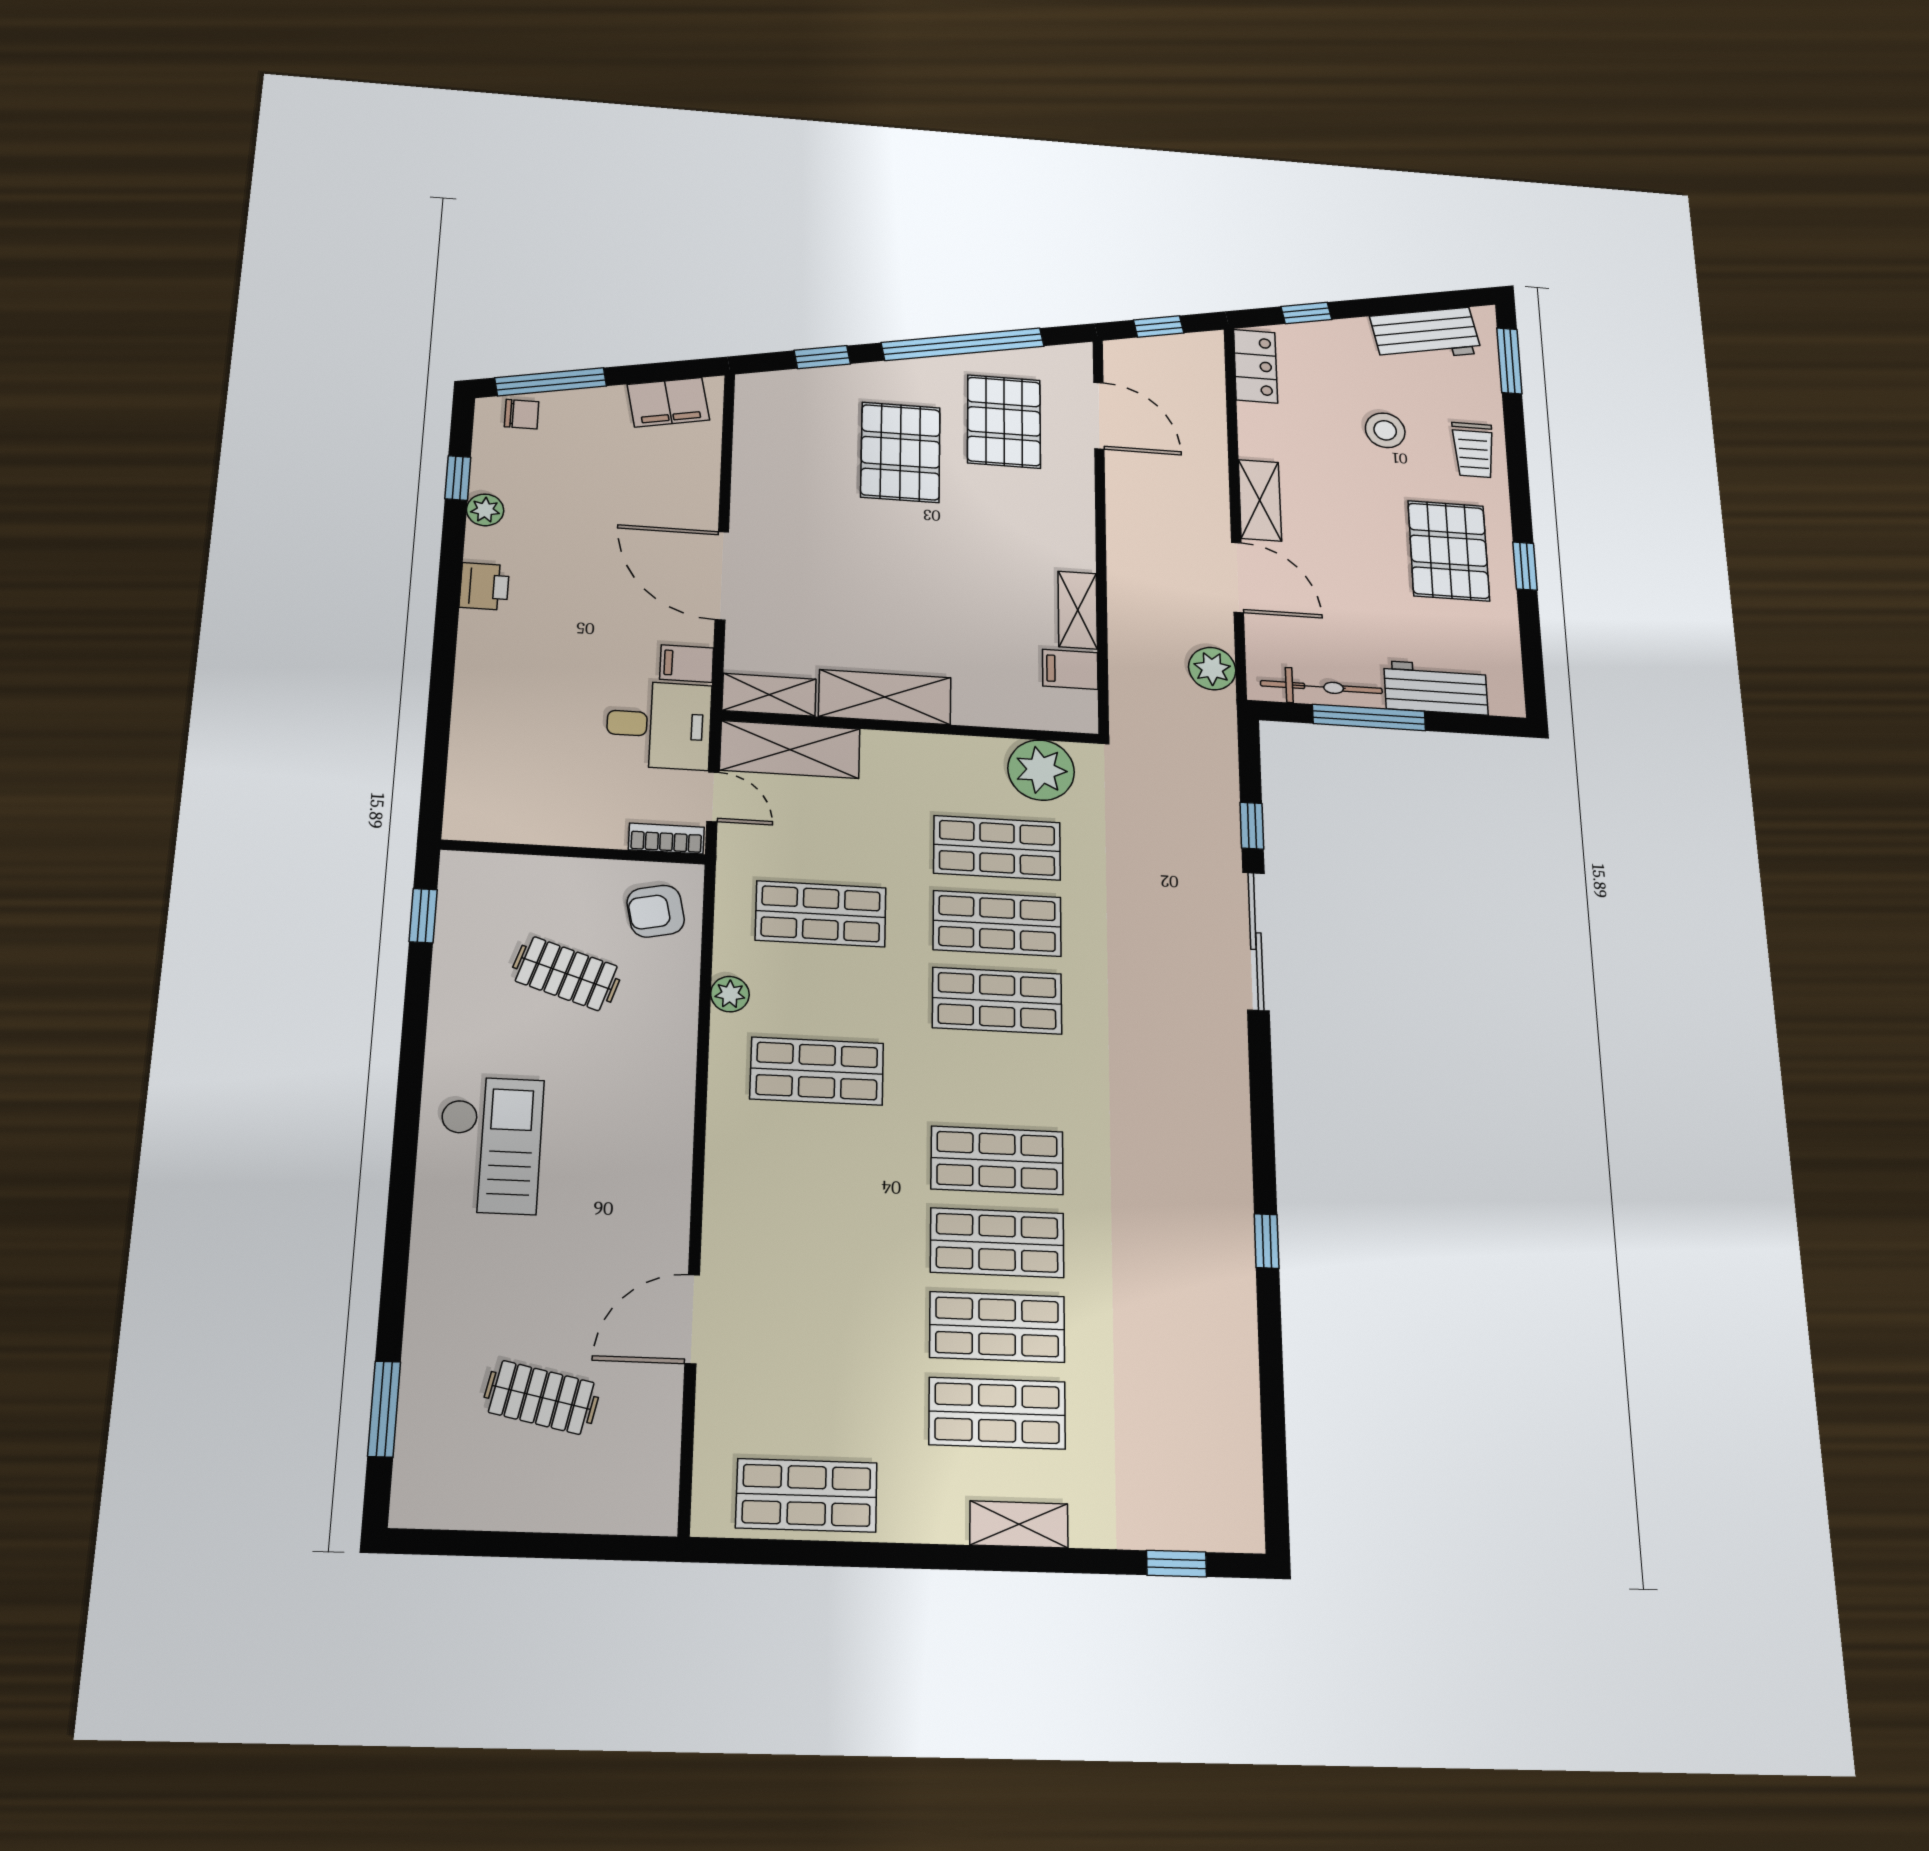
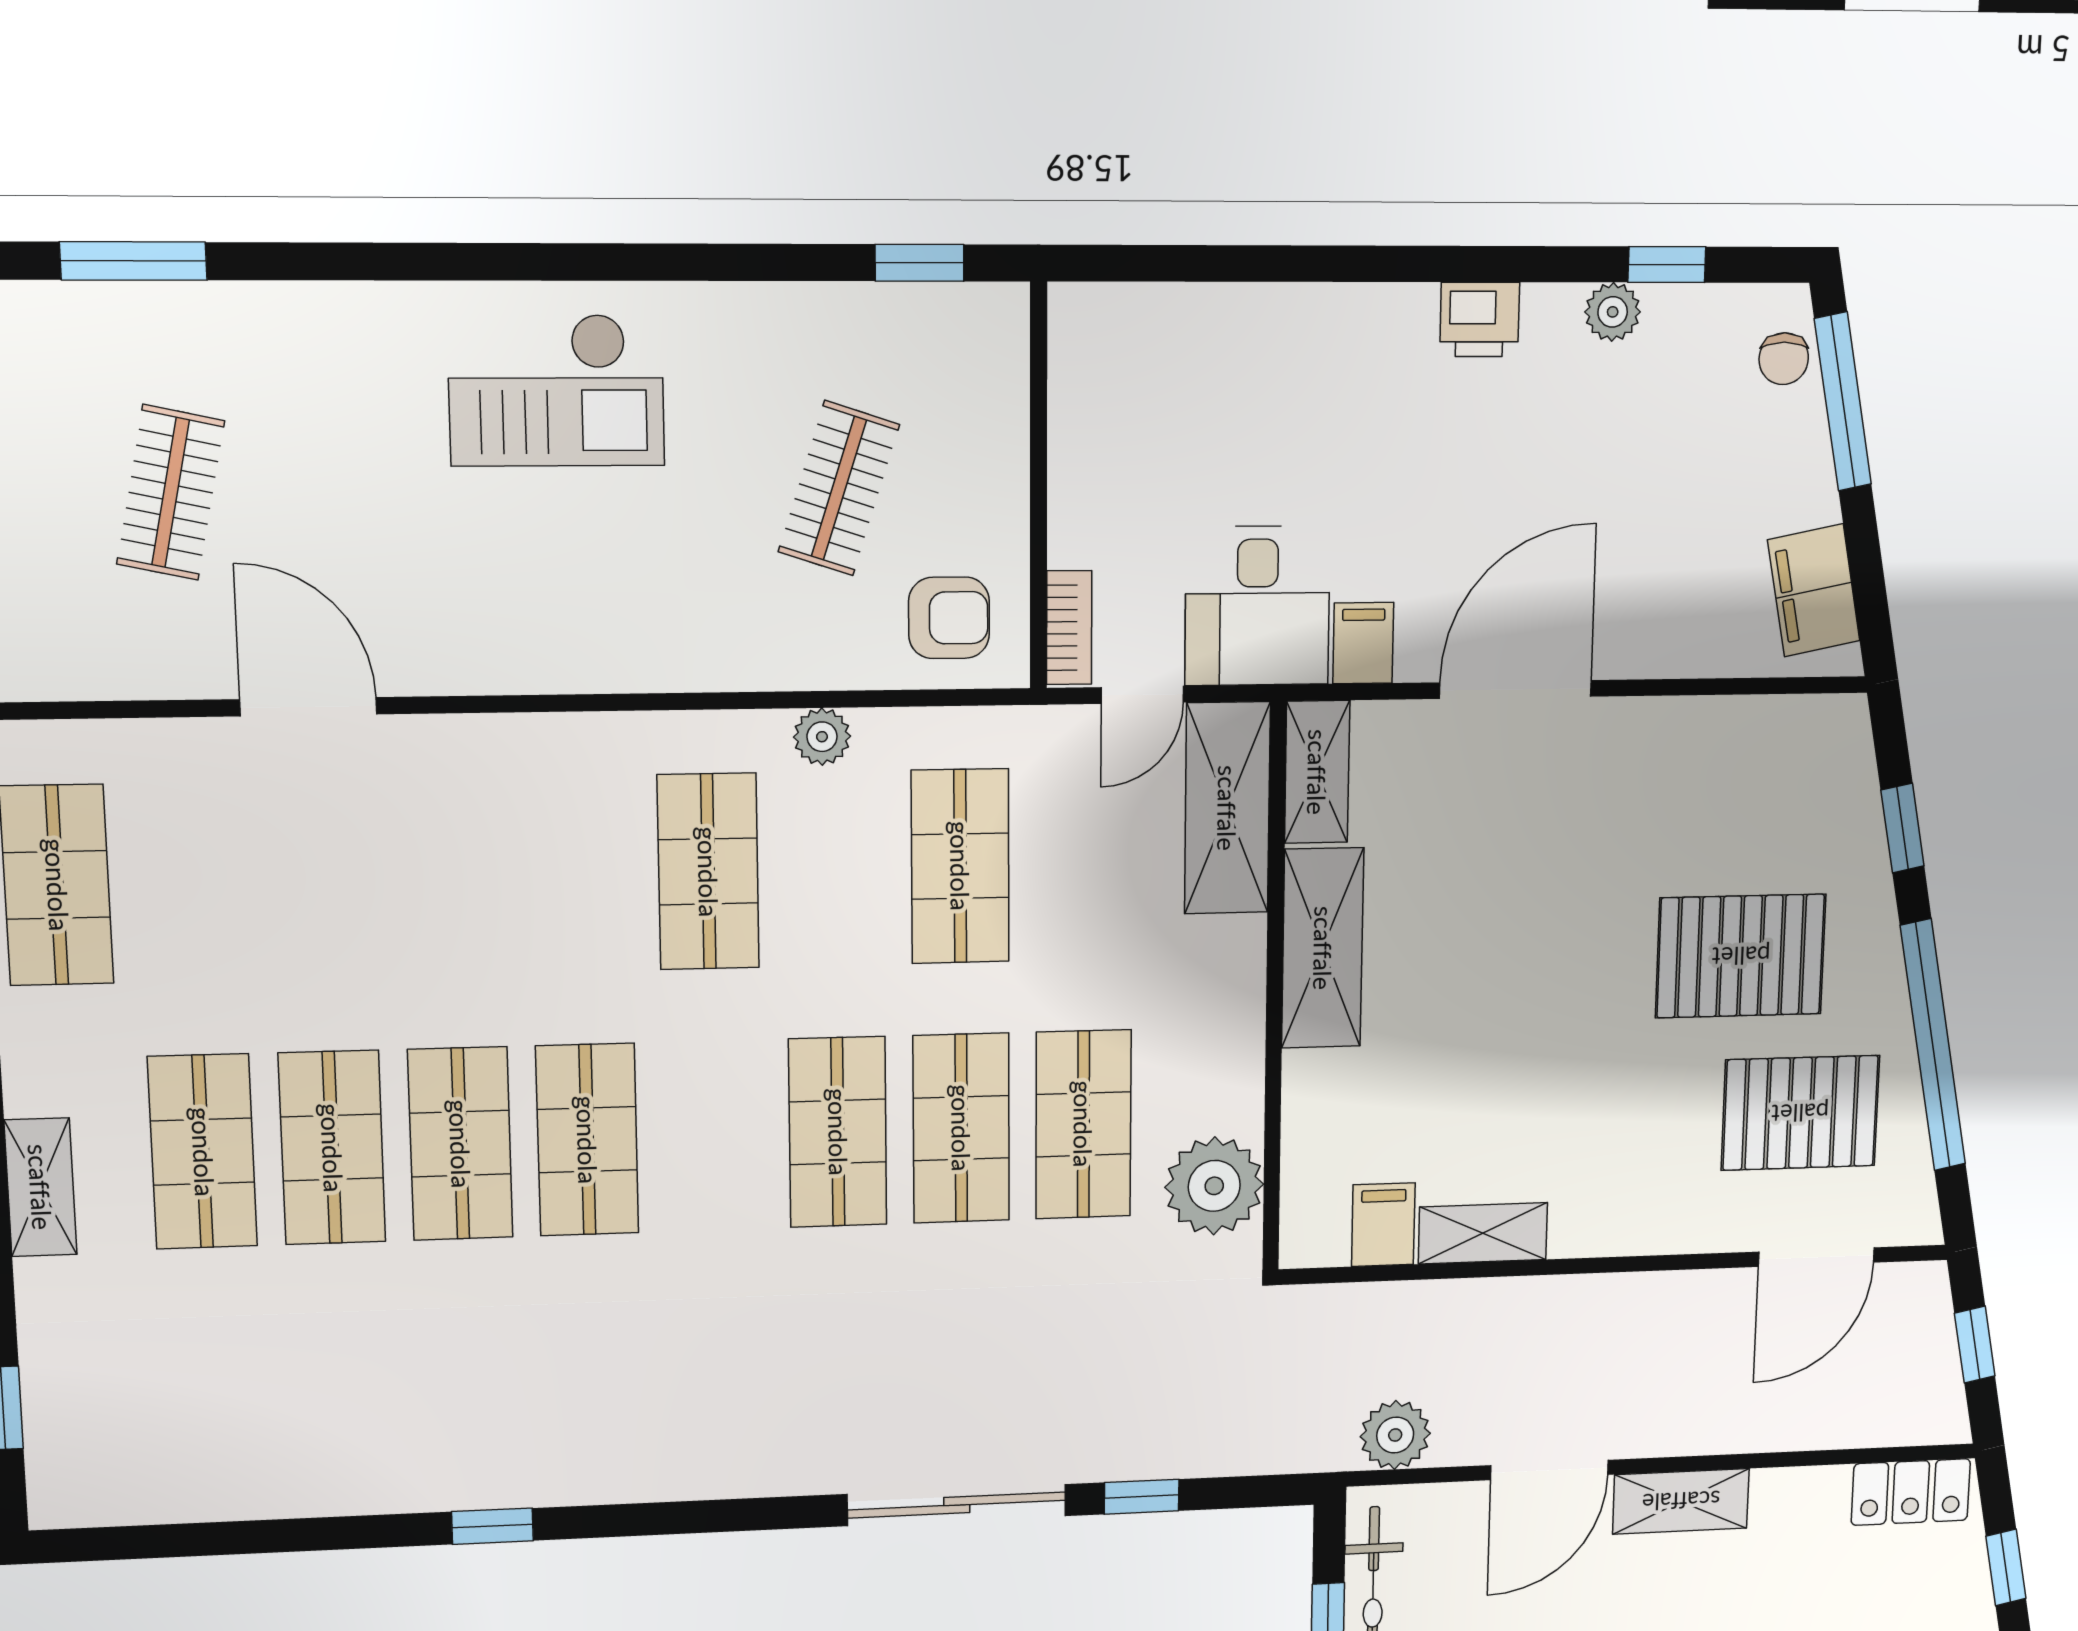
armchair: (656, 911) -> (949, 618), turned 102

